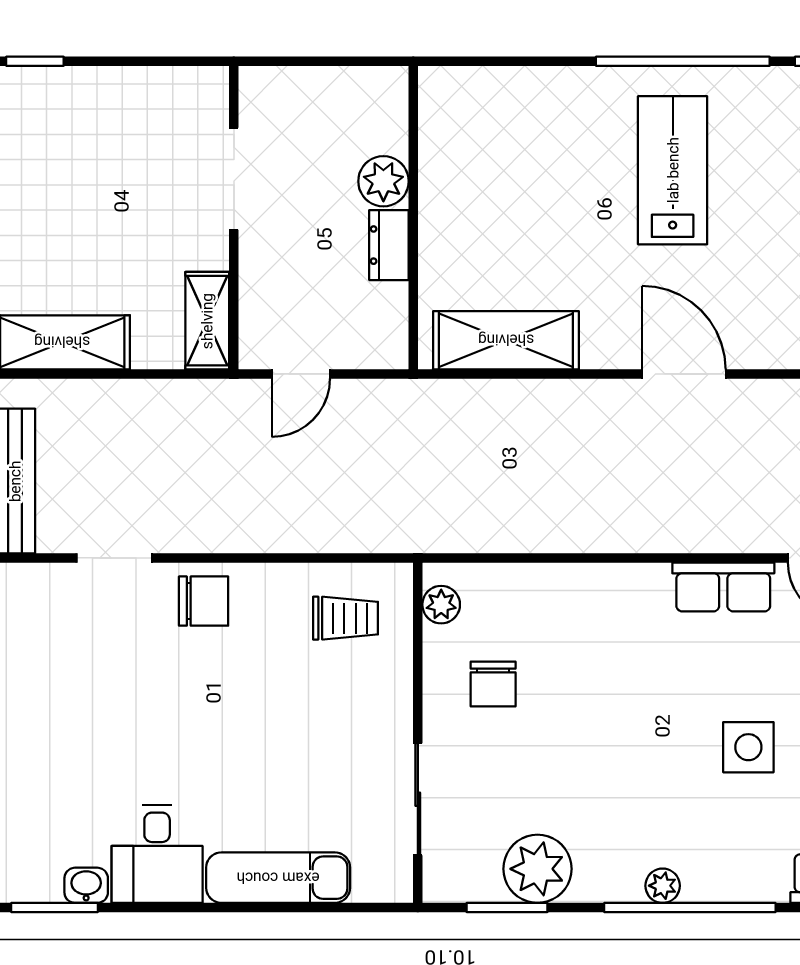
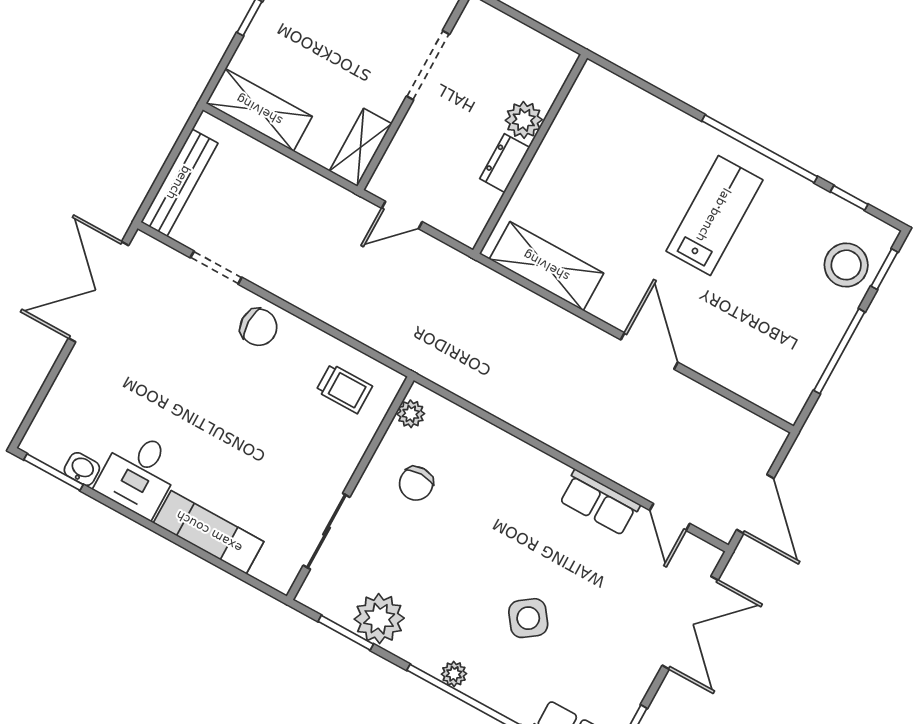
side table: (748, 747) -> (528, 618), moved, turned -36

